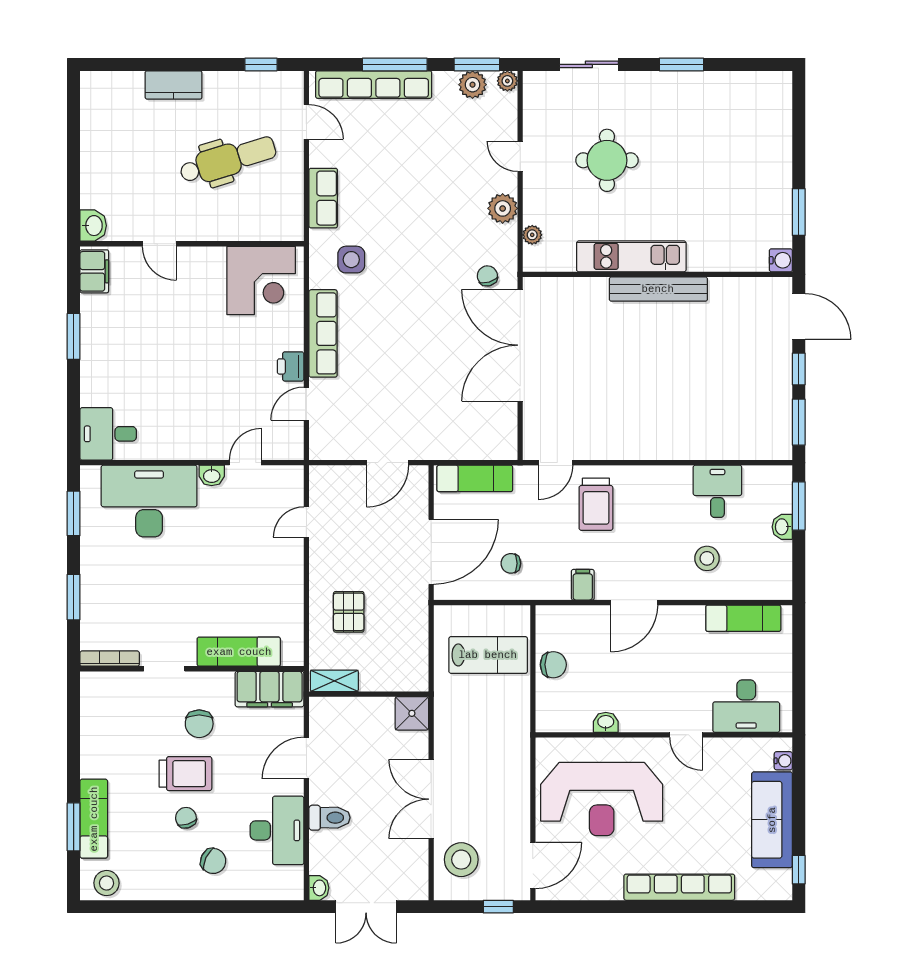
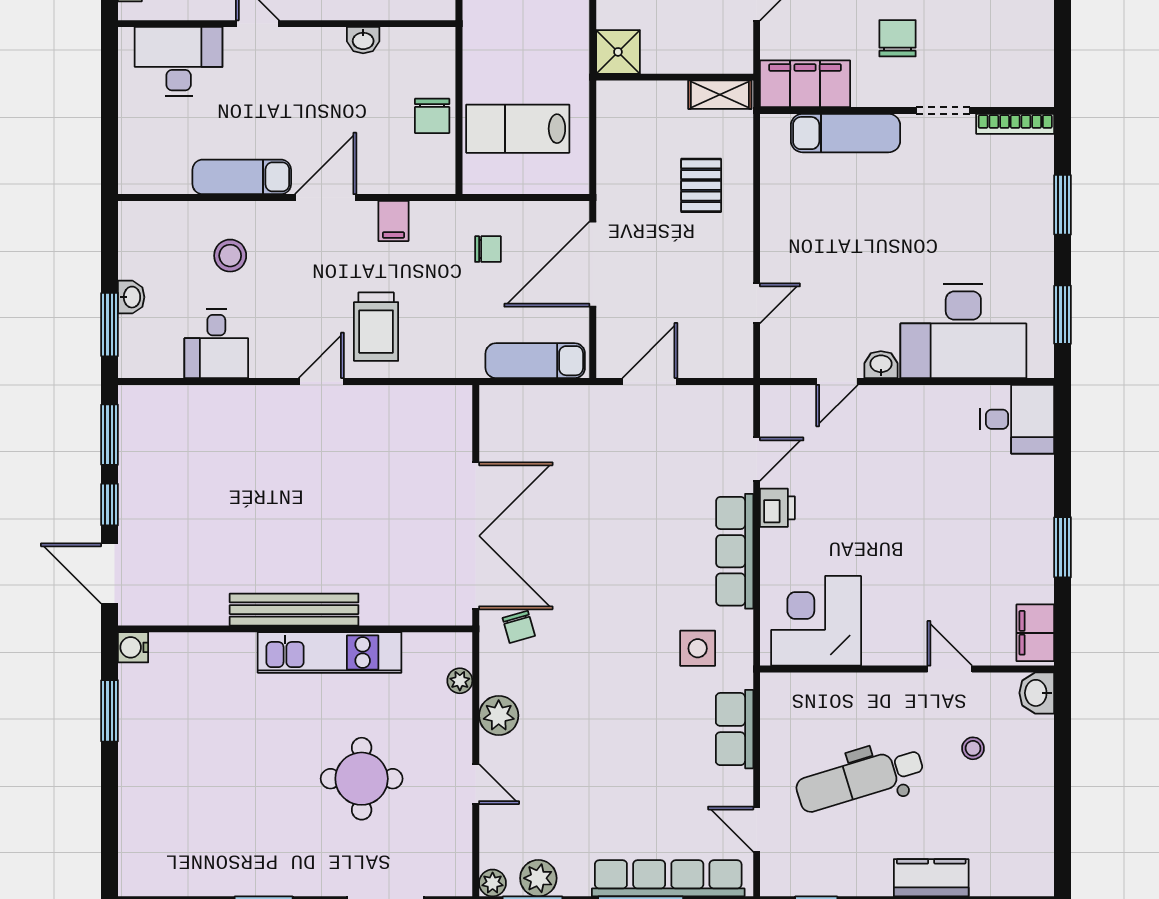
stool: (142, 183) -> (973, 748), added
door: (556, 463) -> (321, 381), moved
trolley: (596, 504) -> (376, 327), turned 180
exam couch: (743, 618) -> (242, 177), moved
chair: (553, 665) -> (432, 116), turned -90

